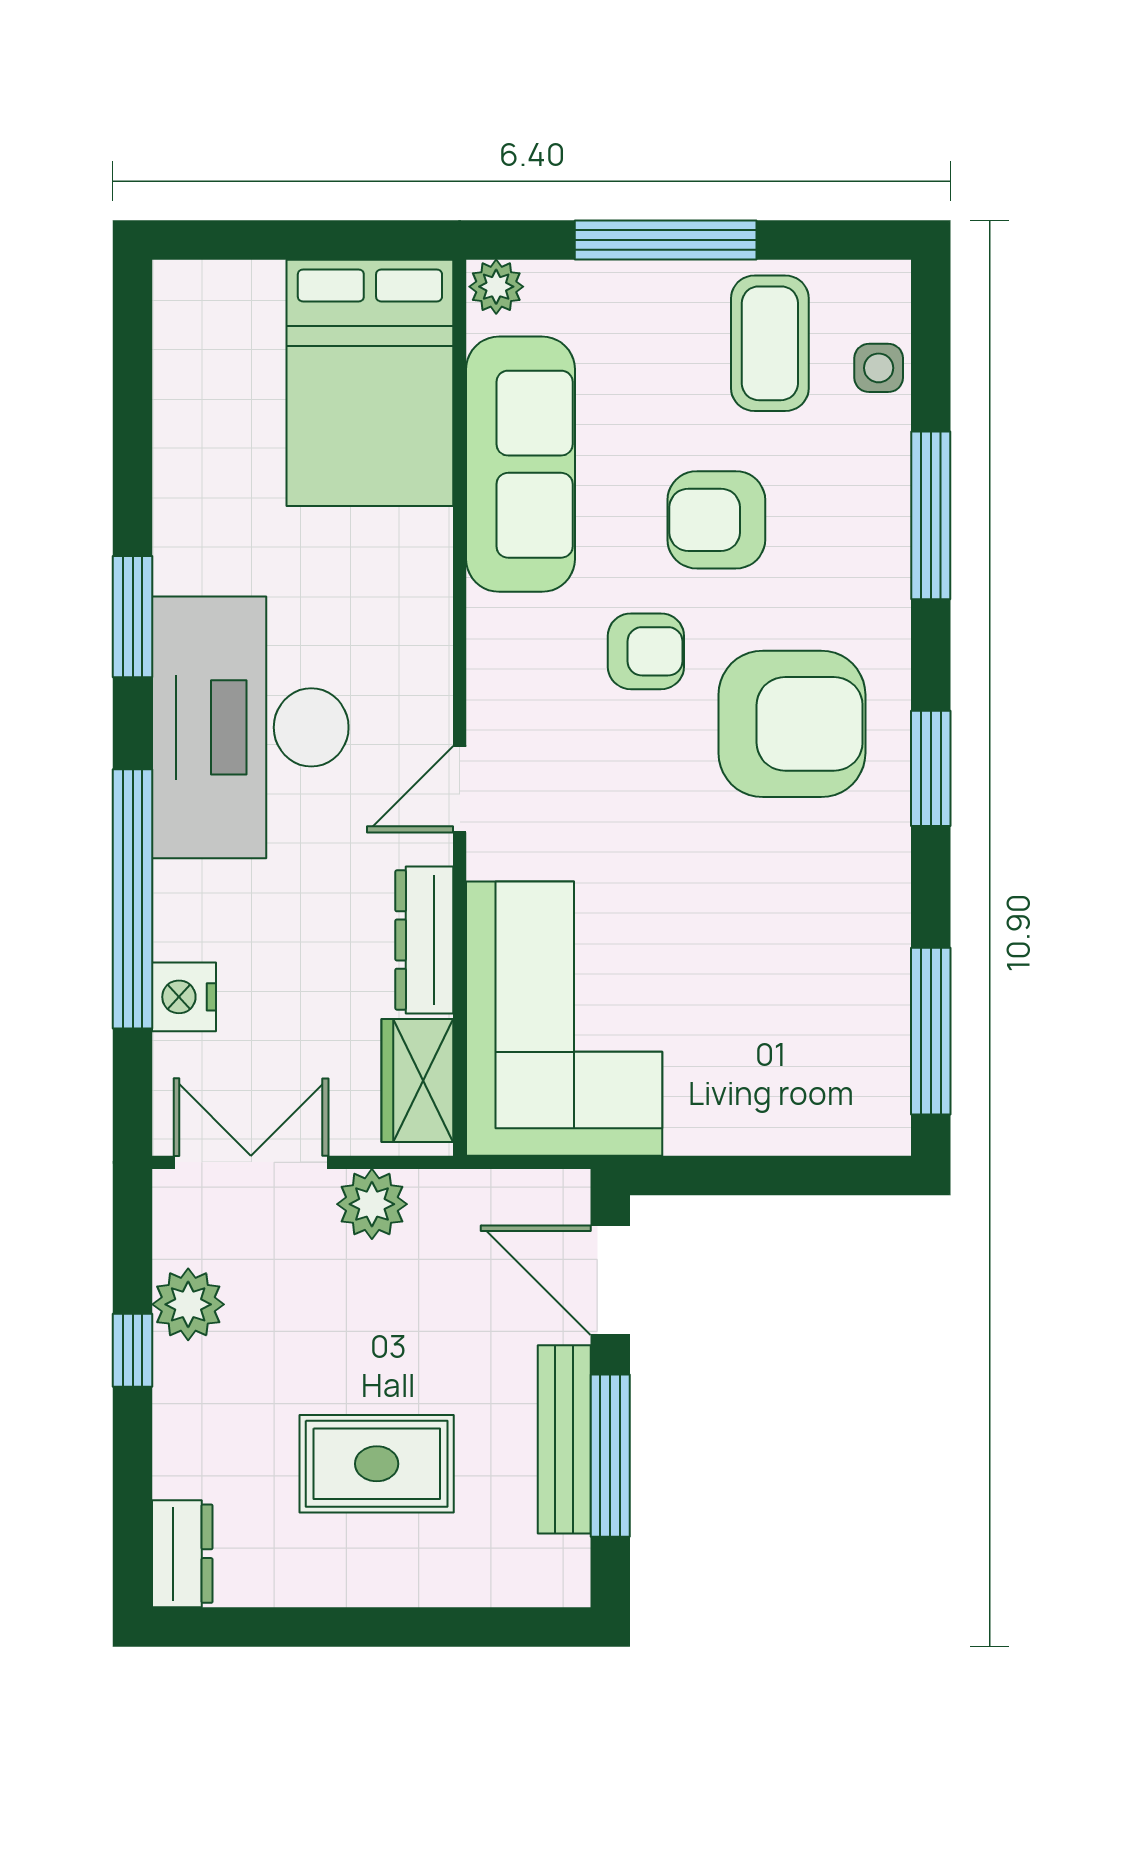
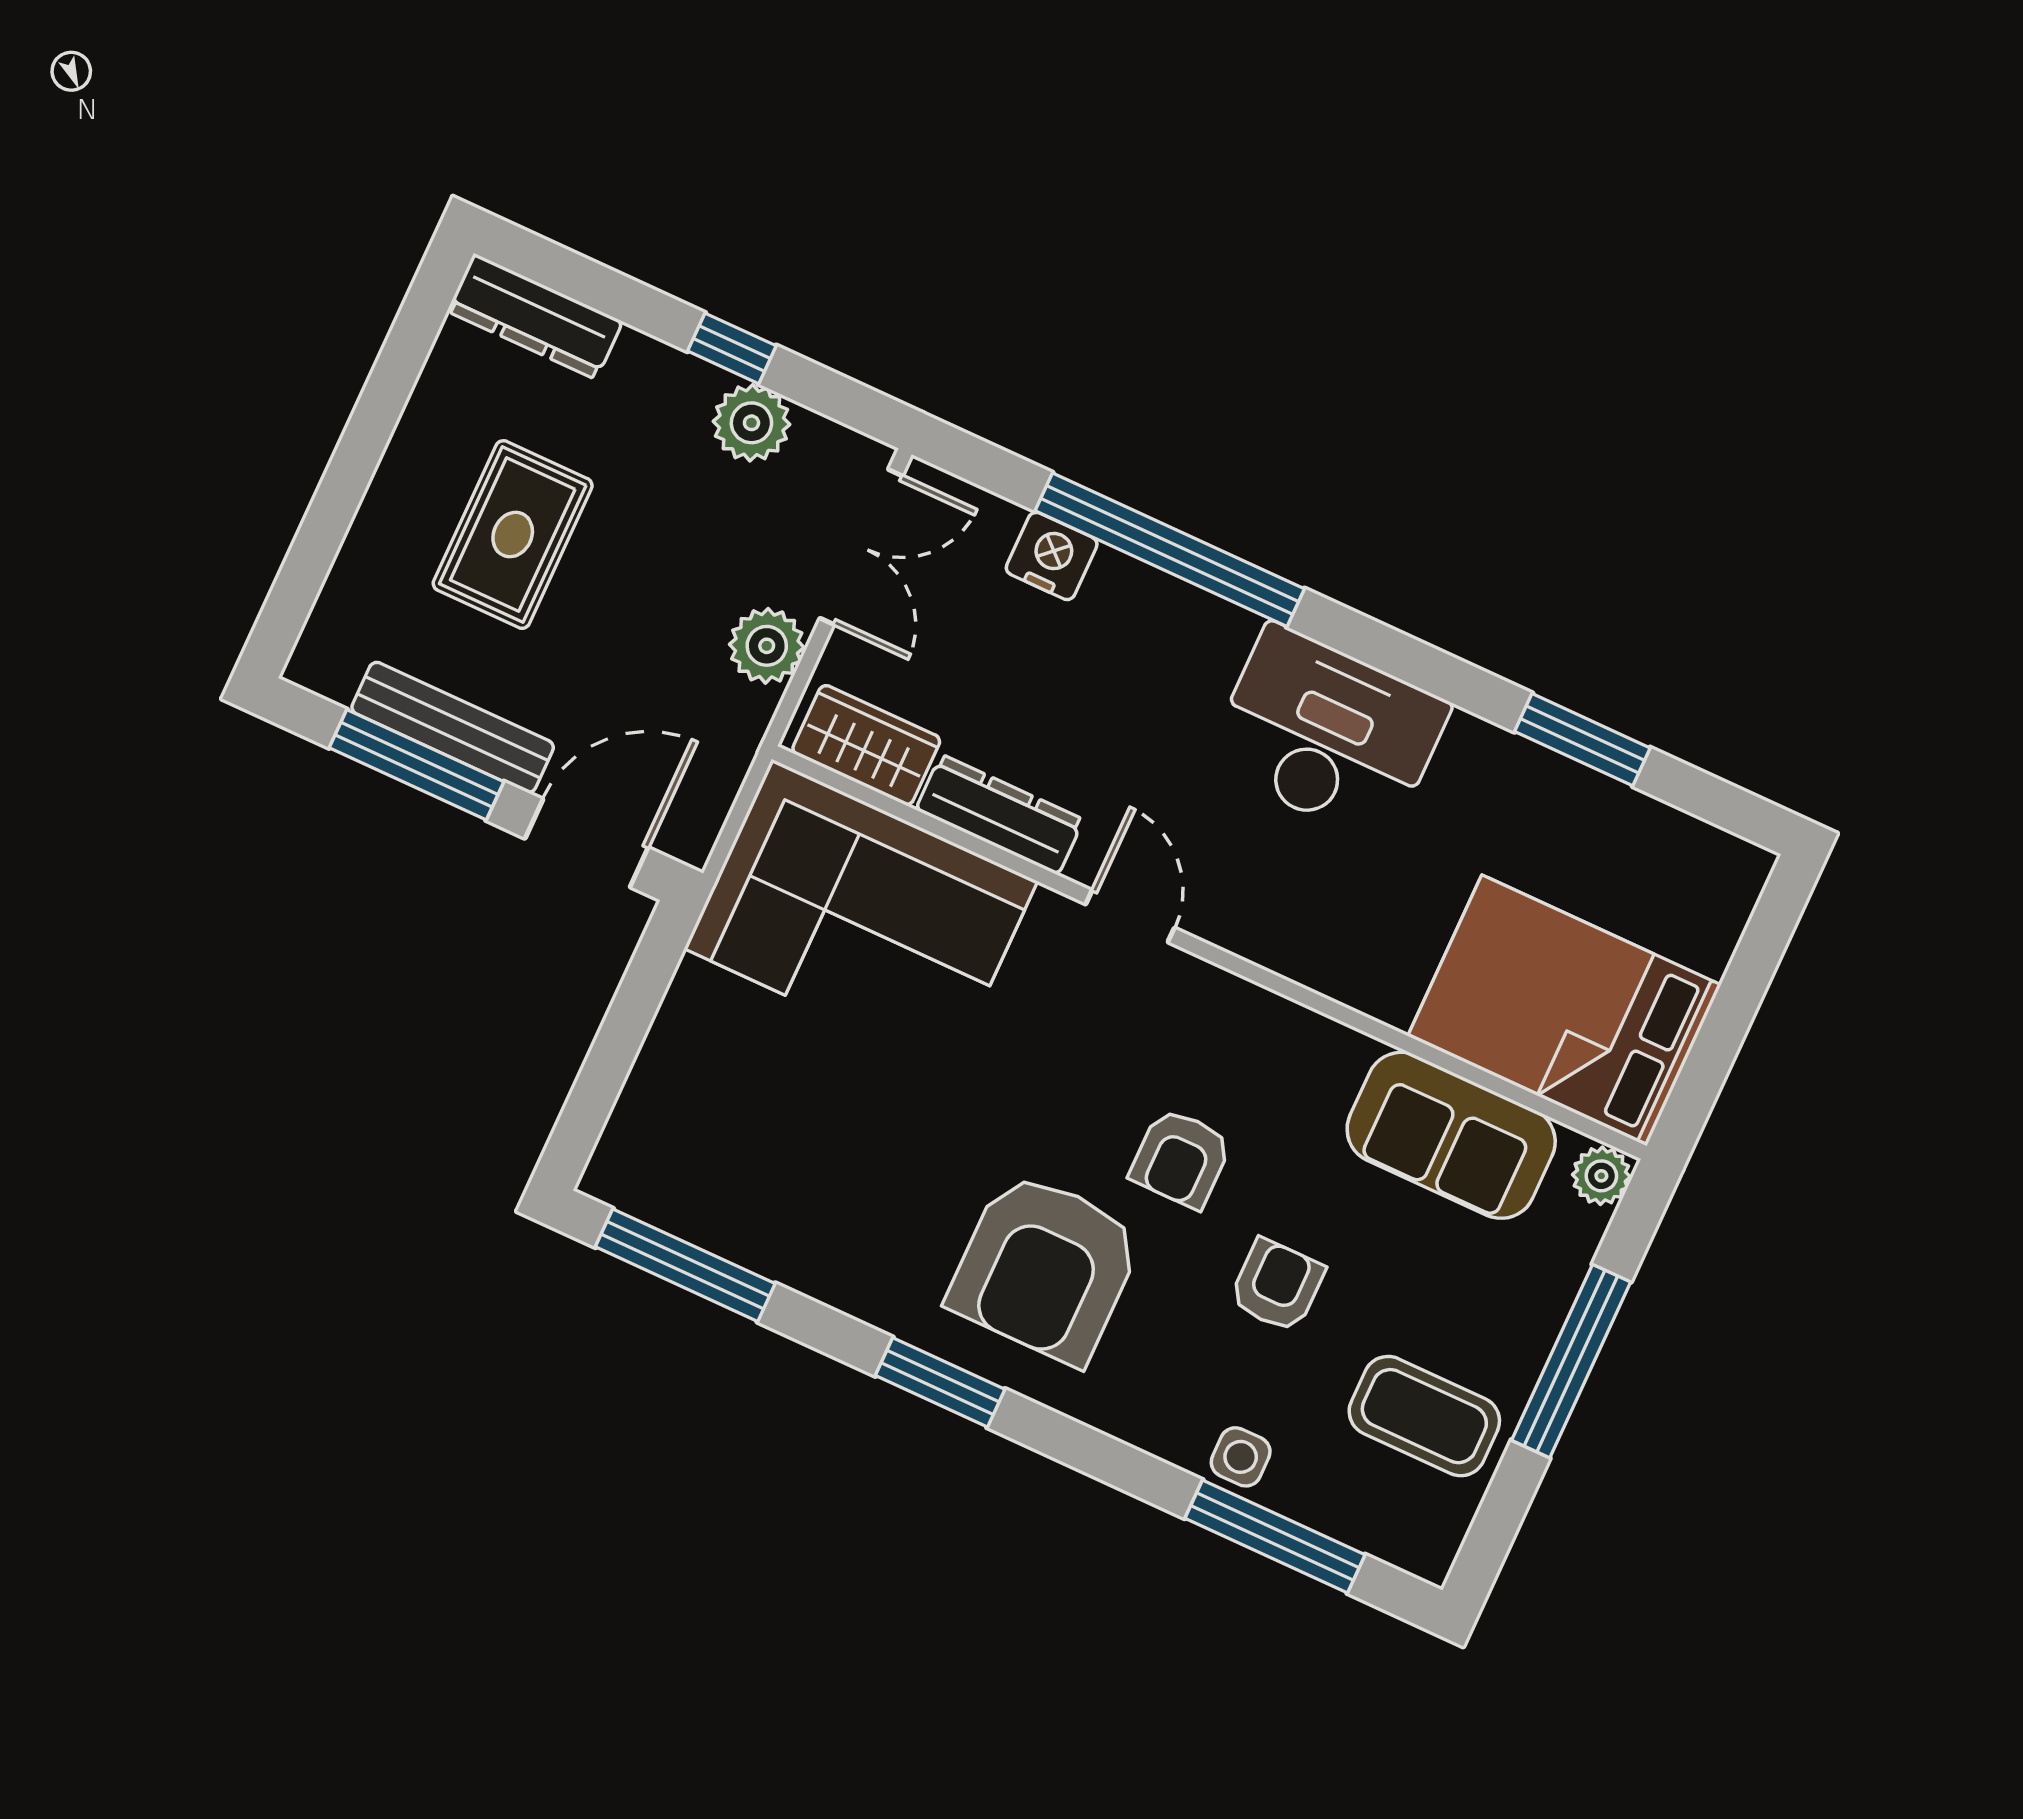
side table: (879, 368) -> (1241, 1457), moved
sofa: (520, 464) -> (1451, 1135), width x0.73
window: (931, 515) -> (1275, 1536), moved
armchair: (716, 520) -> (1277, 1285), width x0.72, depth x0.72
window: (133, 617) -> (1582, 740), moved
desk: (250, 727) -> (1328, 734), width x0.73, depth x0.77
dresser: (182, 1554) -> (535, 316), width x1.44

